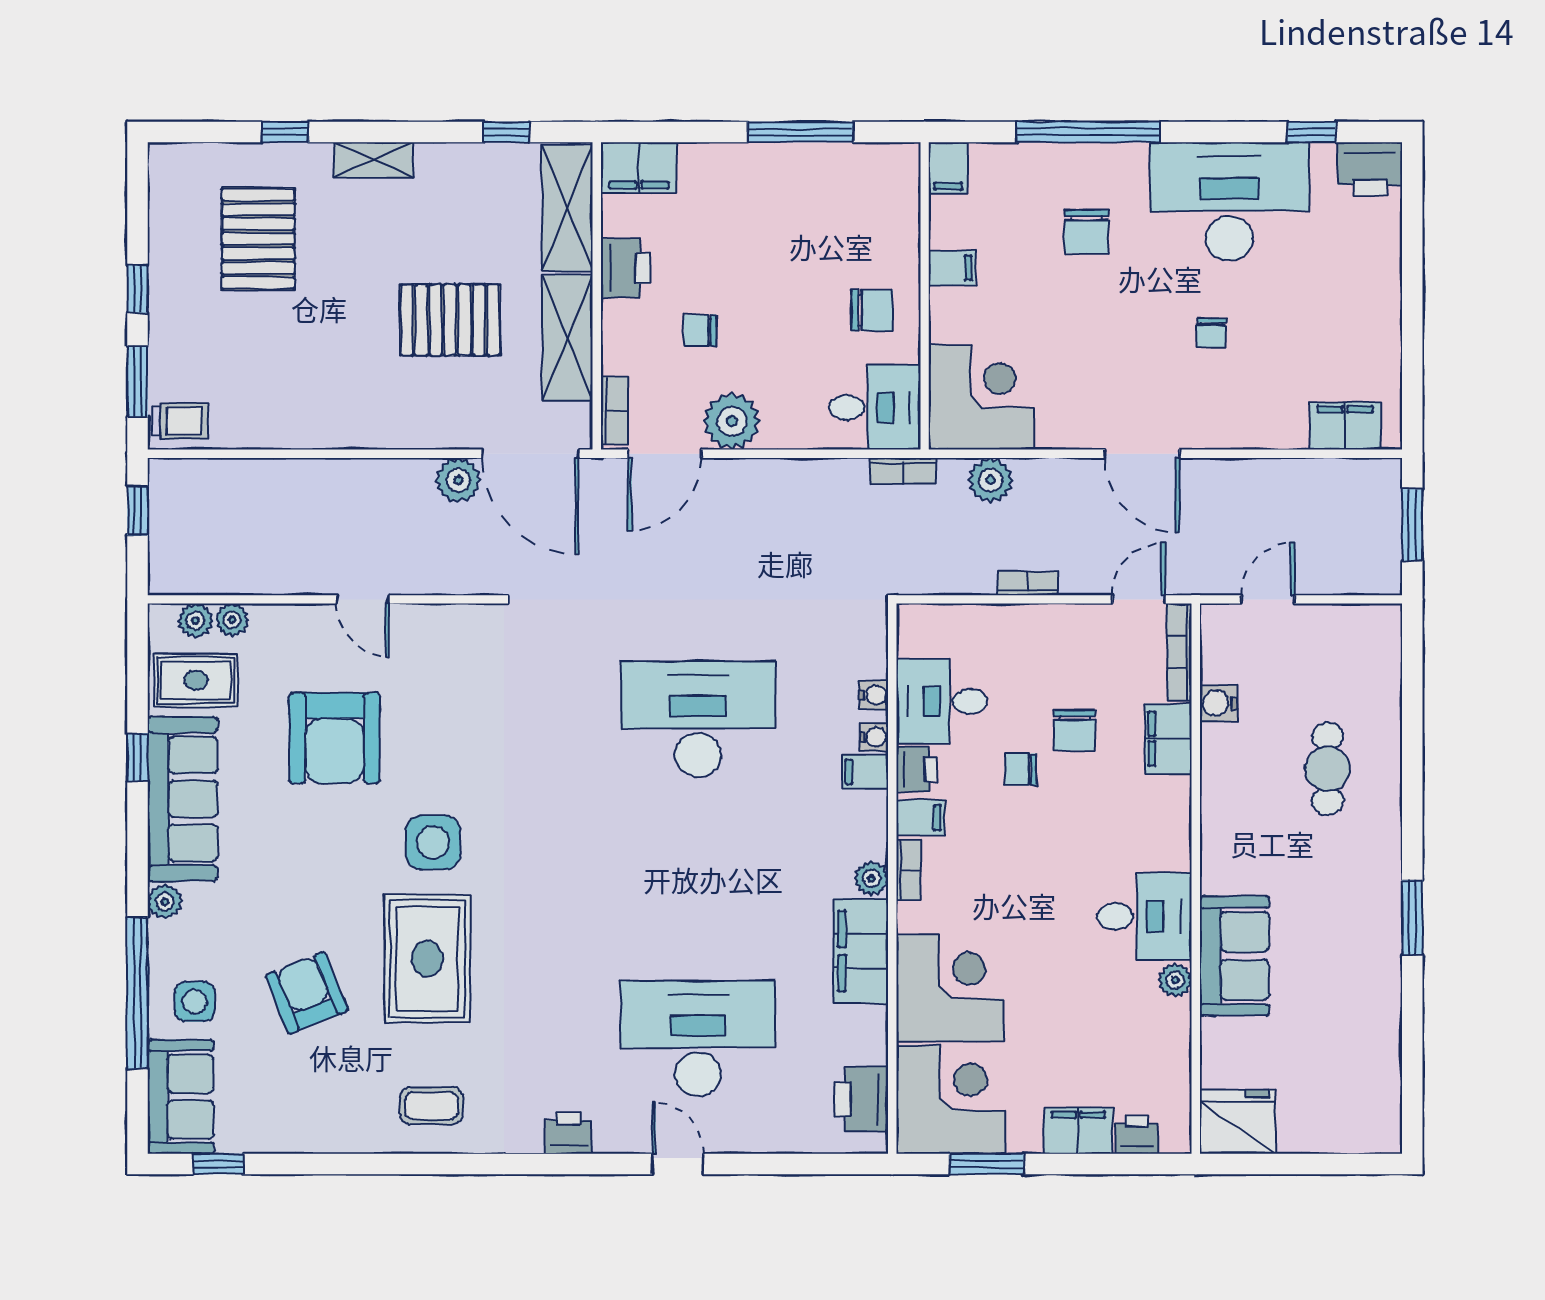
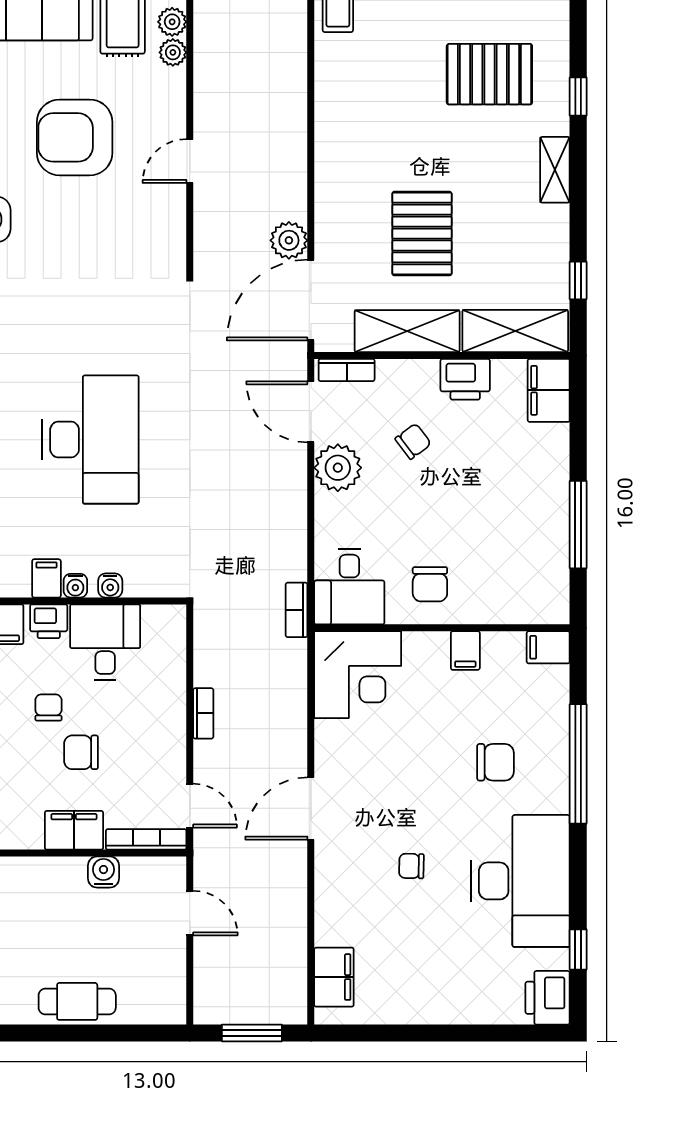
chair: (1086, 231) -> (495, 762), turned 180
chair: (700, 331) -> (413, 441), turned 53
plant: (991, 480) -> (289, 683), removed
cafe table: (1328, 769) -> (77, 1001), moved

